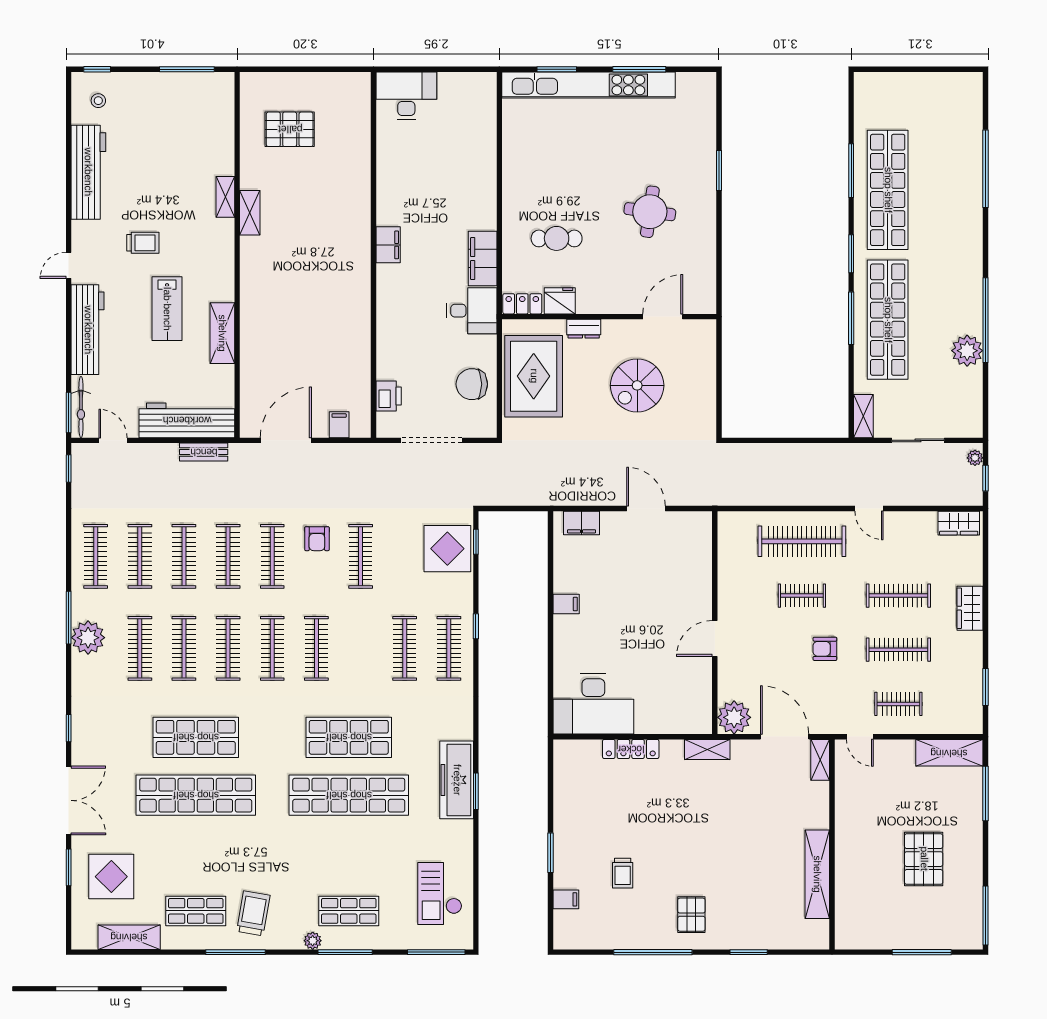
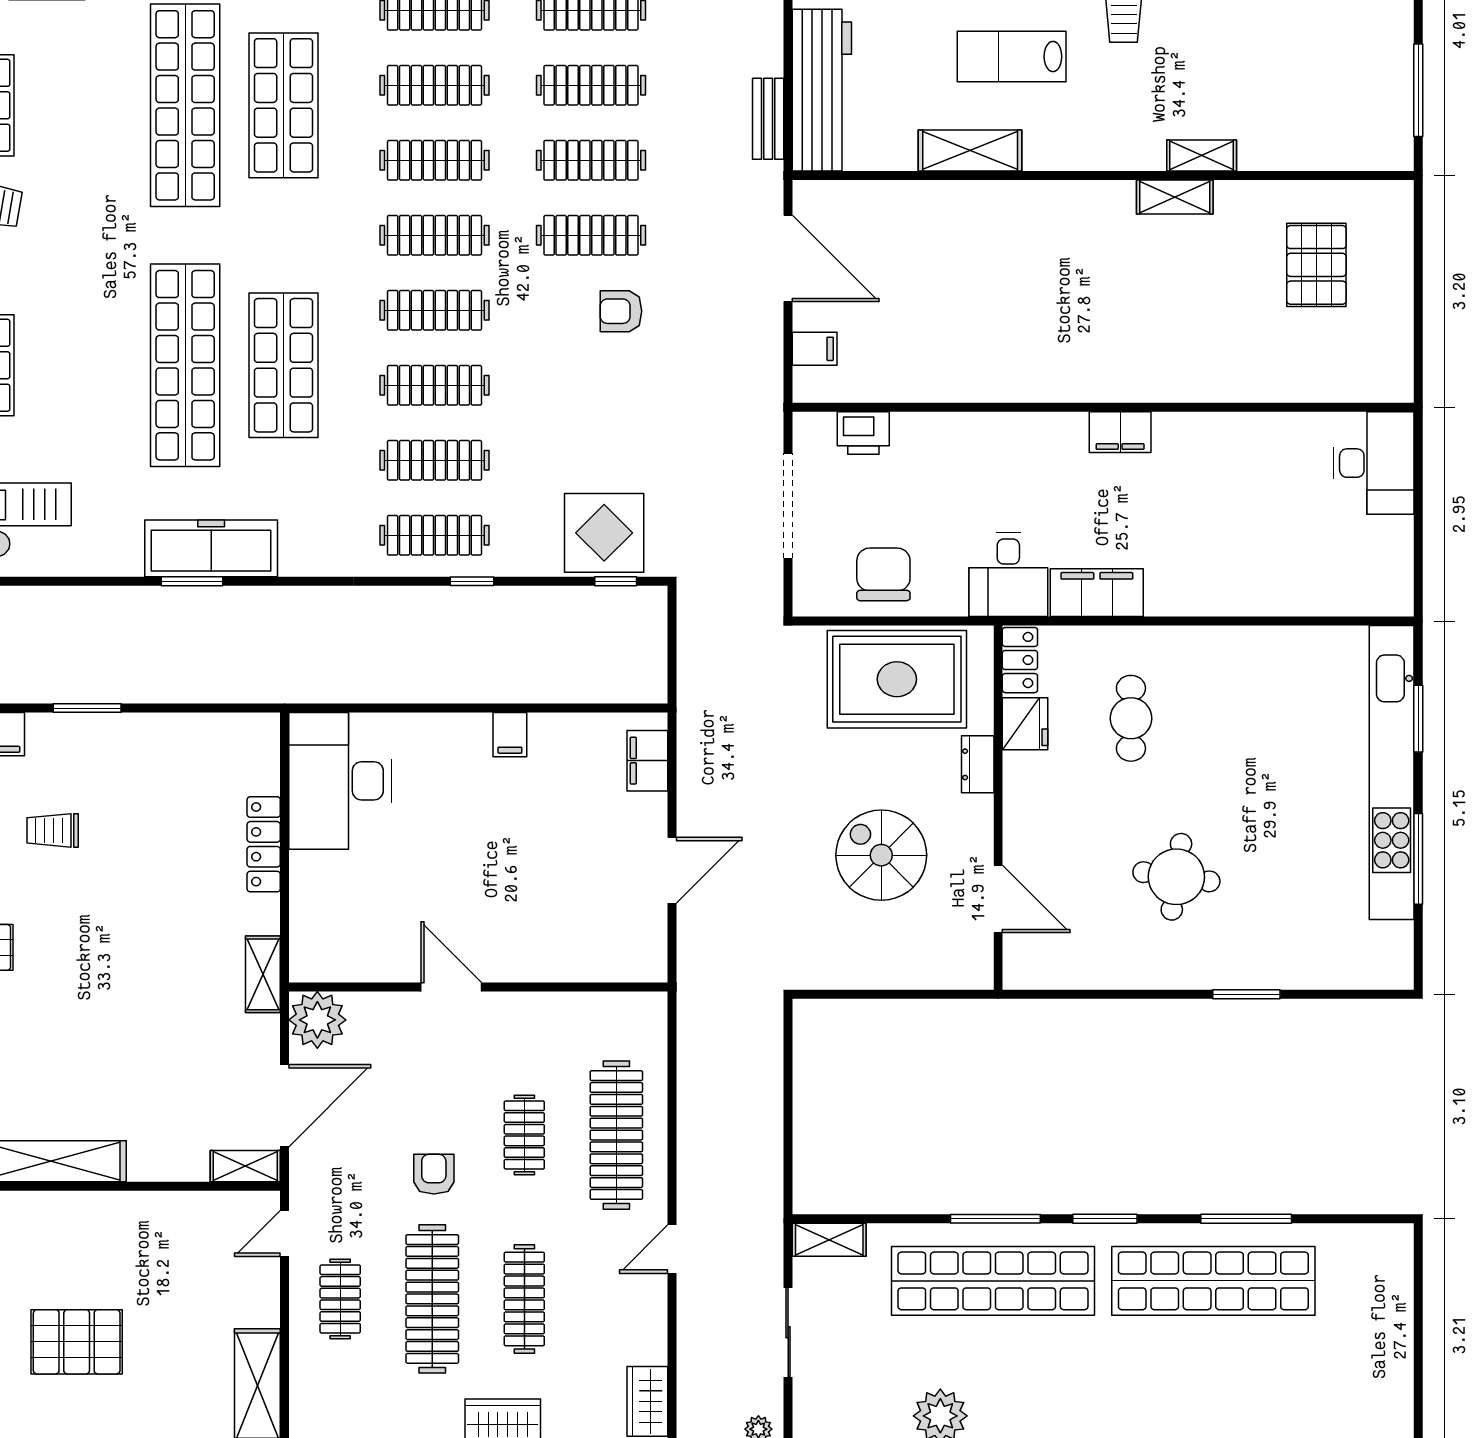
clothes rail: (361, 556) -> (434, 385), moved
clothes rail: (898, 650) -> (432, 1299), width x1.37, depth x1.31

